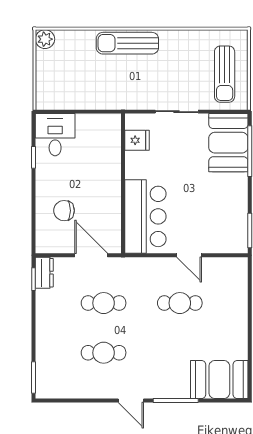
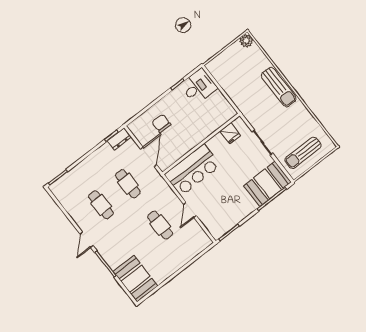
sun lounger: (127, 43) -> (279, 87), turned 180

